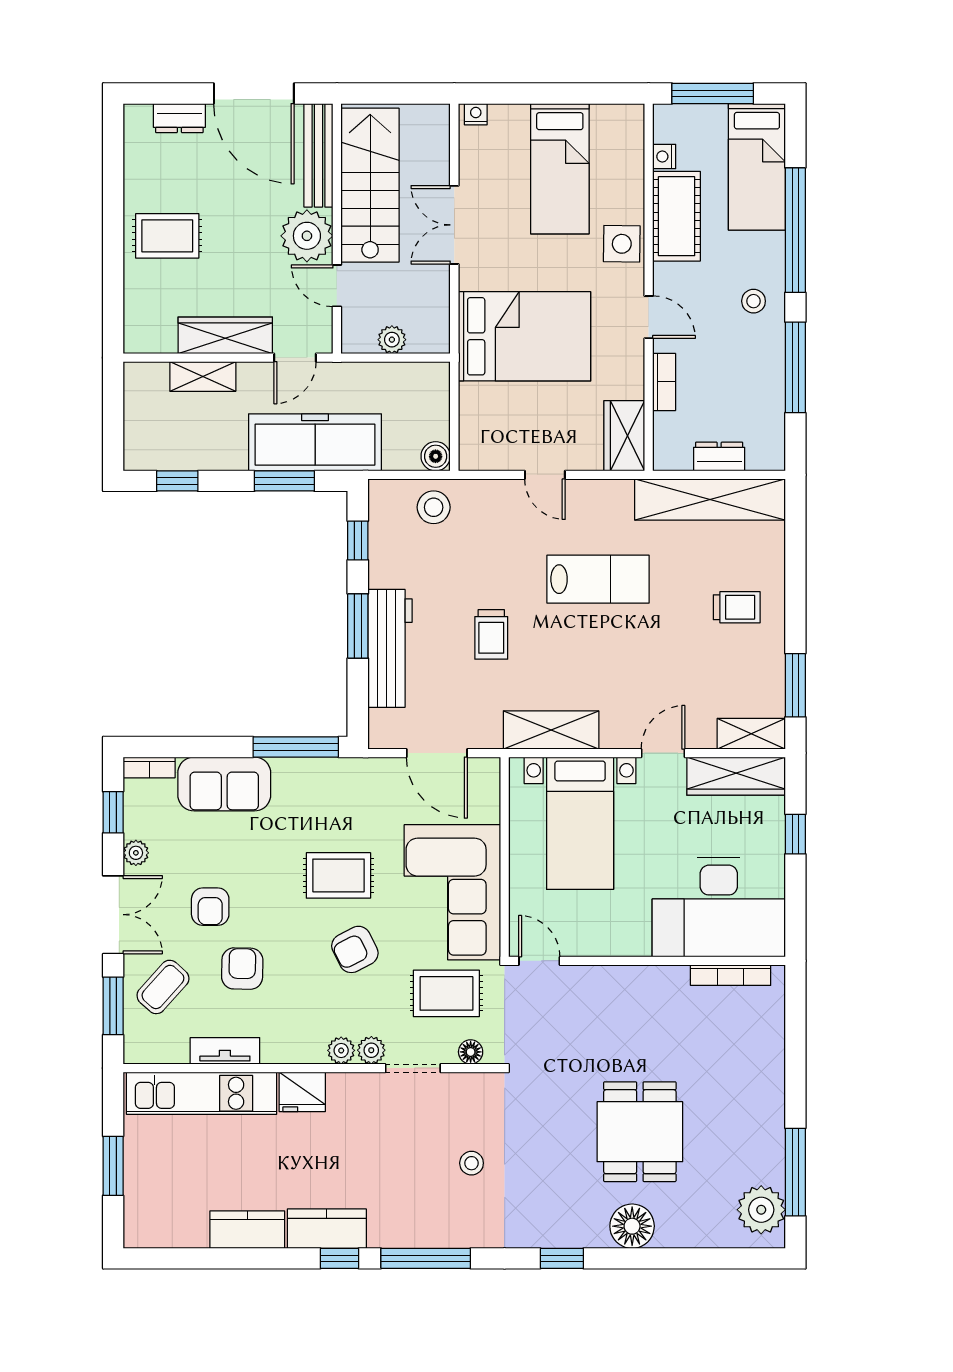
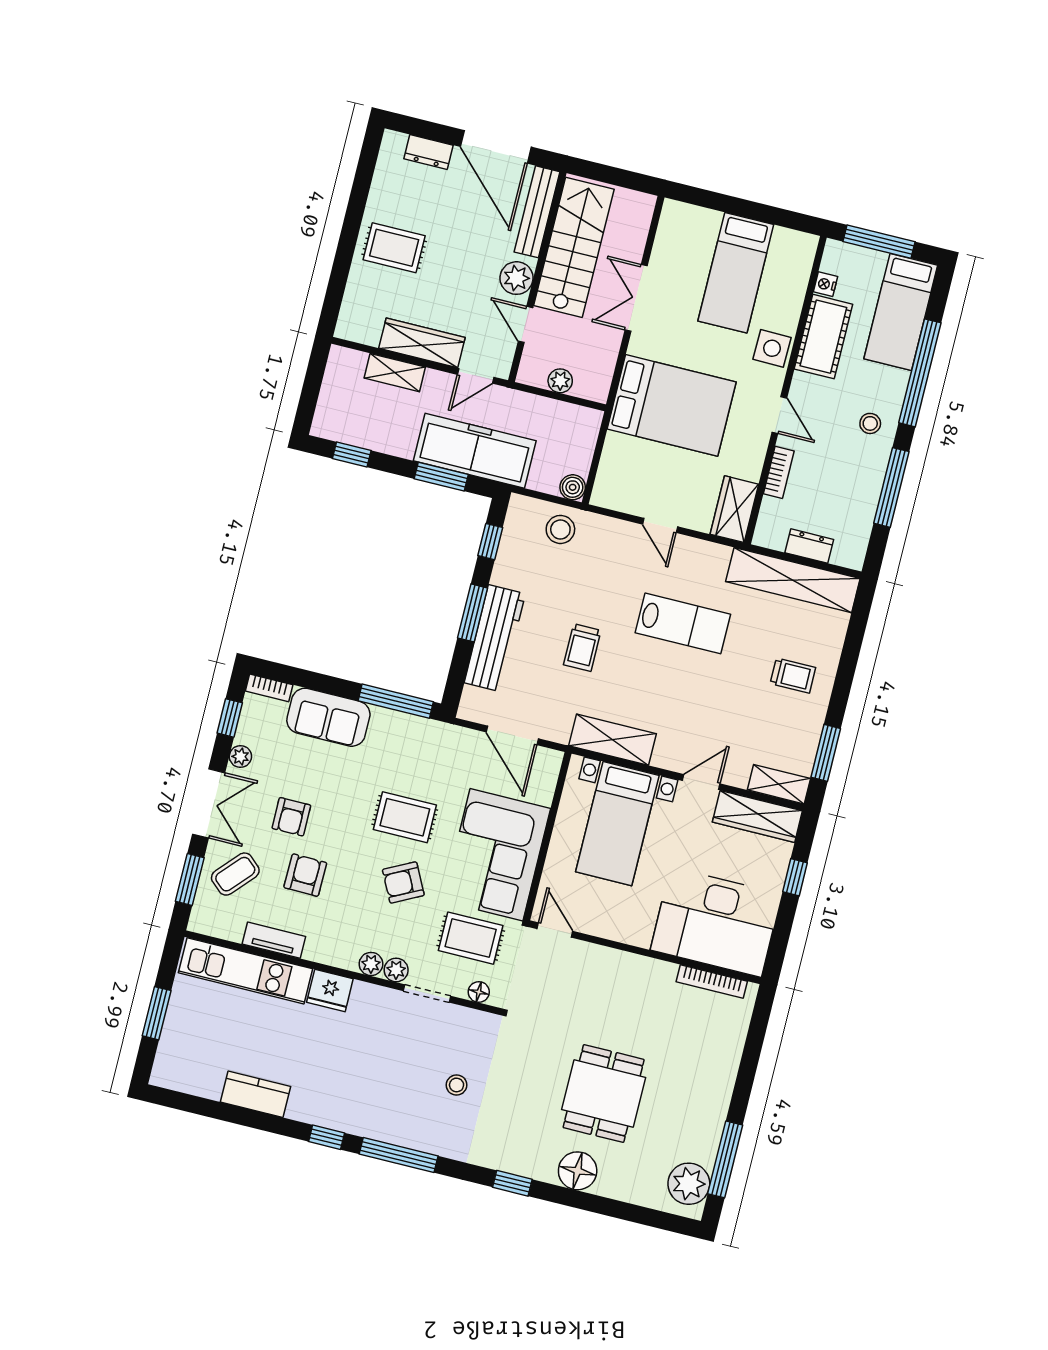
nightstand: (476, 114) -> (677, 210), removed
plant: (307, 236) -> (516, 278), width x0.73, depth x0.73
kitchen counter: (327, 1229) -> (322, 1110), removed

